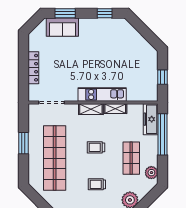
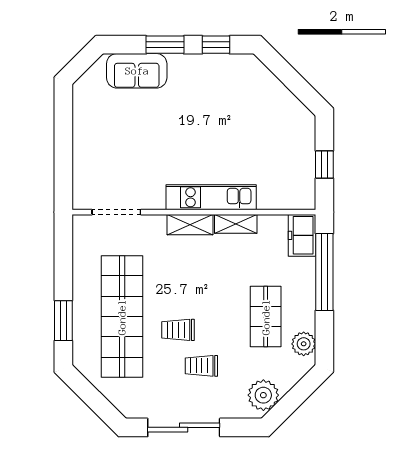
window: (65, 13) -> (165, 45), moved
locker: (33, 68) -> (82, 147), removed
freezer: (151, 119) -> (302, 235), width x0.71
window: (23, 143) -> (63, 321), moved
trolley: (96, 147) -> (178, 330), moved

